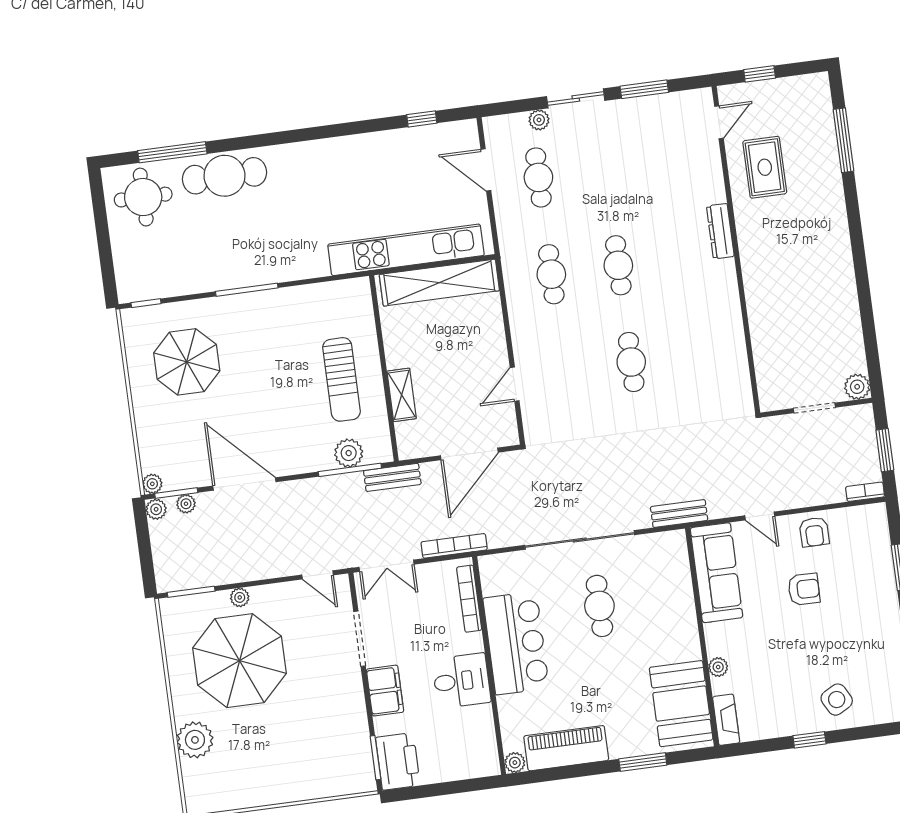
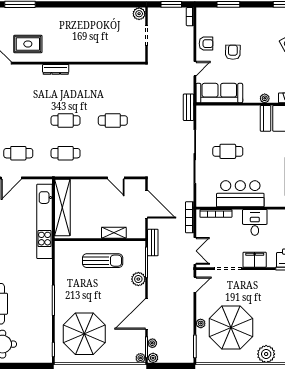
parasol: (187, 362) -> (84, 334), width x1.36, depth x1.36
plant: (349, 453) -> (138, 279), moved

